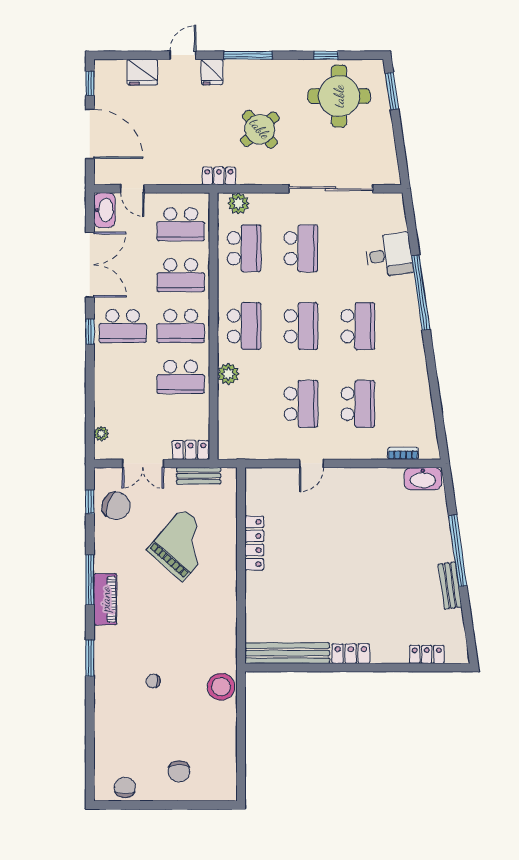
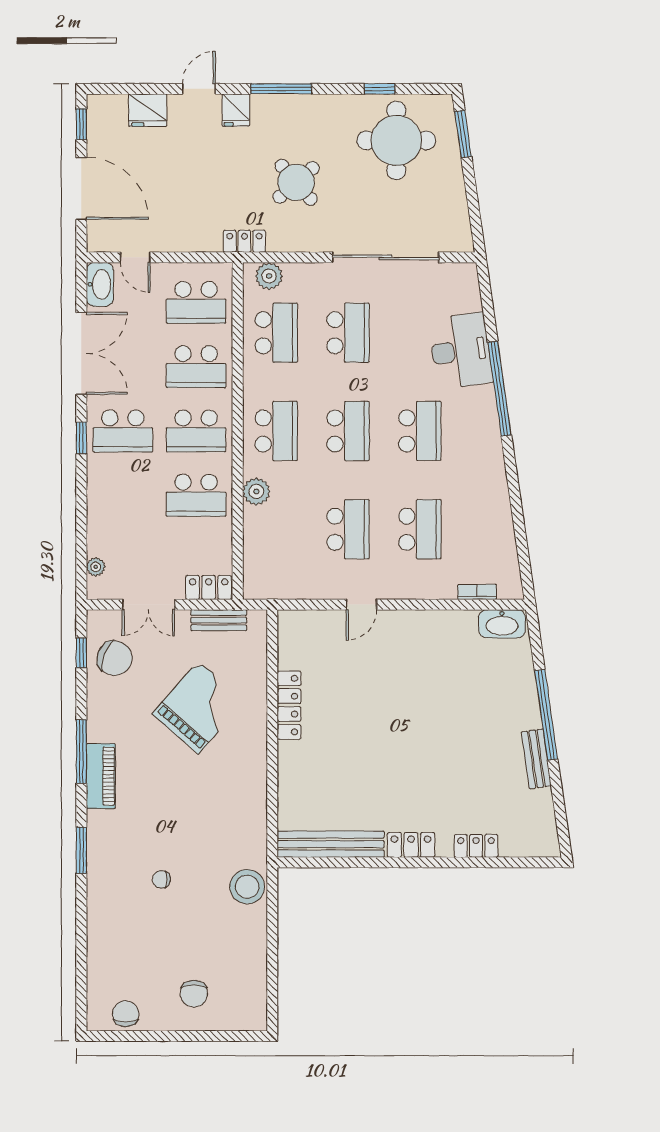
desk: (389, 255) -> (461, 351), width x1.37
locker: (427, 654) -> (476, 846), moved

